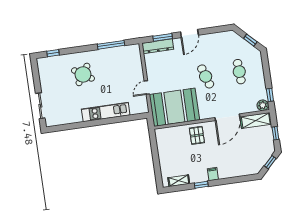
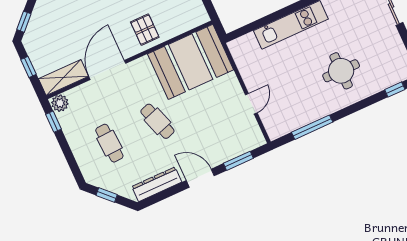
door: (189, 34) -> (200, 178), hinge flipped
dresser: (158, 46) -> (157, 184), moved
round table: (83, 74) -> (341, 71), turned -33
door: (147, 88) -> (251, 104), moved

